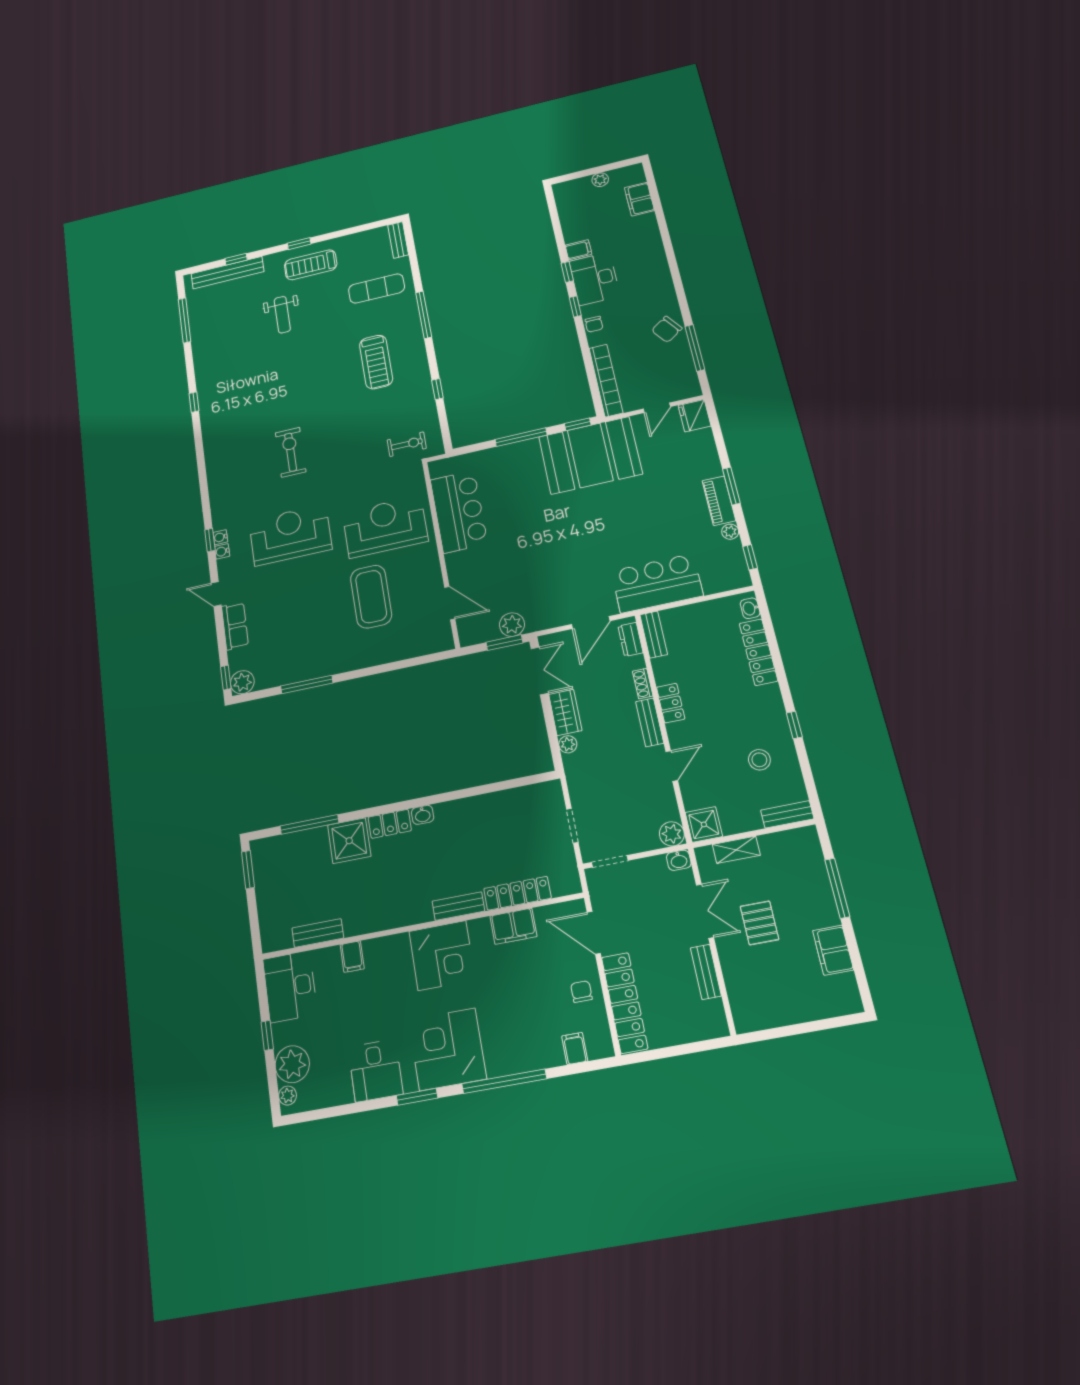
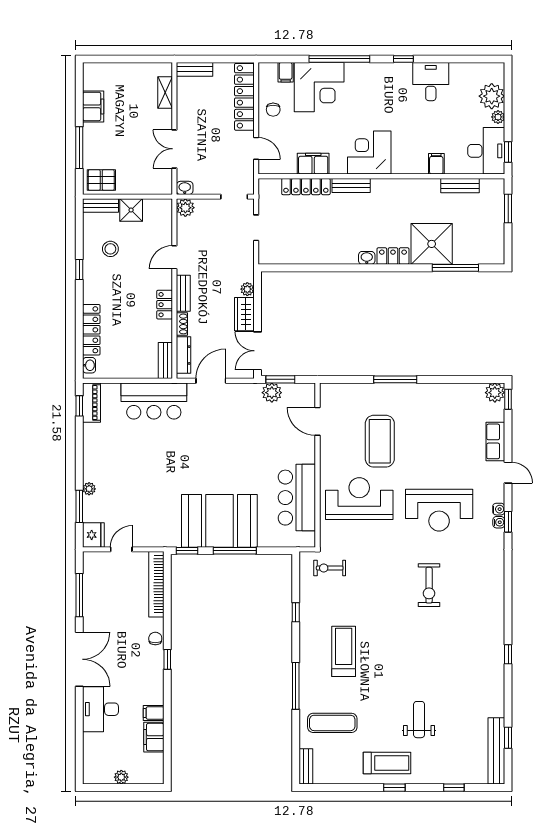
filing cabinet: (639, 199) -> (154, 737), moved, turned 180
window: (567, 272) -> (167, 694), removed
bench: (228, 273) -> (496, 751), moved, turned 90
desk: (595, 279) -> (100, 709), moved, turned 180
double door: (678, 282) -> (79, 659), added
window: (184, 320) -> (508, 738), width x0.46
chair: (667, 329) -> (98, 618), removed
booth: (590, 455) -> (219, 521), moved
window: (731, 486) -> (79, 506), moved
piano: (719, 501) -> (92, 403), moved
reception desk: (385, 527) -> (359, 499), turned 180
plant: (730, 532) -> (89, 489), moved
dresser: (630, 639) -> (184, 355), width x1.44
window: (307, 684) -> (395, 379), moved
shower: (704, 824) -> (131, 210), moved
shower: (349, 841) -> (432, 244), width x1.37, depth x1.37
shelving: (736, 850) -> (165, 93), moved, turned 90
window: (248, 870) -> (508, 209), moved
pallet: (759, 923) -> (101, 180), moved, turned 90
door: (594, 933) -> (256, 148), width x0.73
bench: (706, 972) -> (195, 69), moved, turned 90
window: (267, 1035) -> (508, 152), moved
corner desk: (447, 1049) -> (319, 87), moved
plant: (288, 1096) -> (498, 117), moved
window: (417, 1097) -> (403, 59), width x0.67

